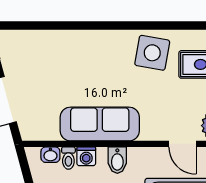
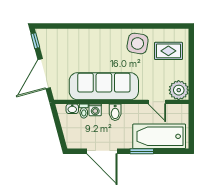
sofa: (100, 124) -> (104, 86), width x1.36, depth x1.27

